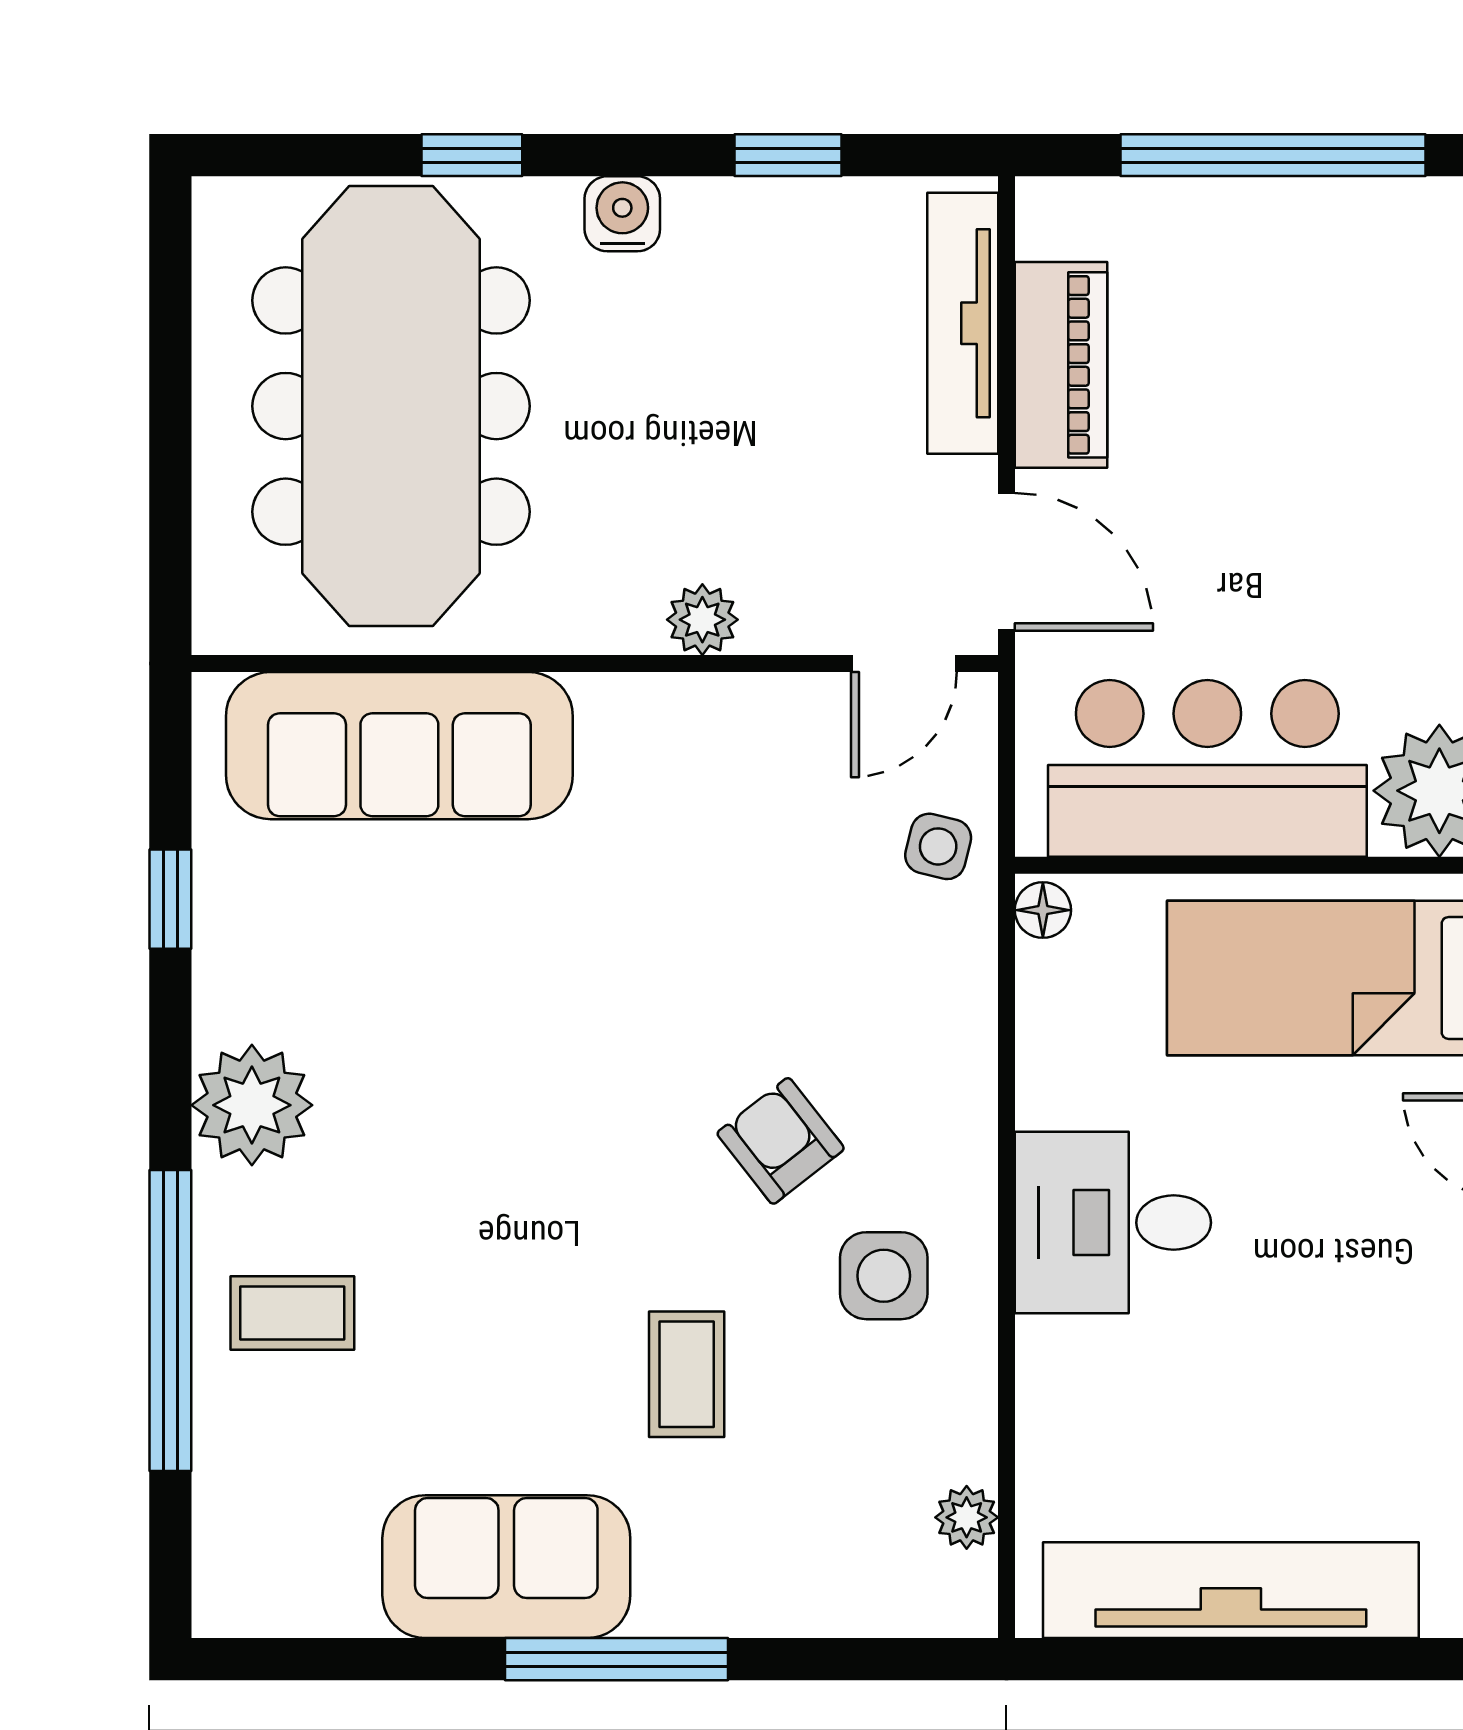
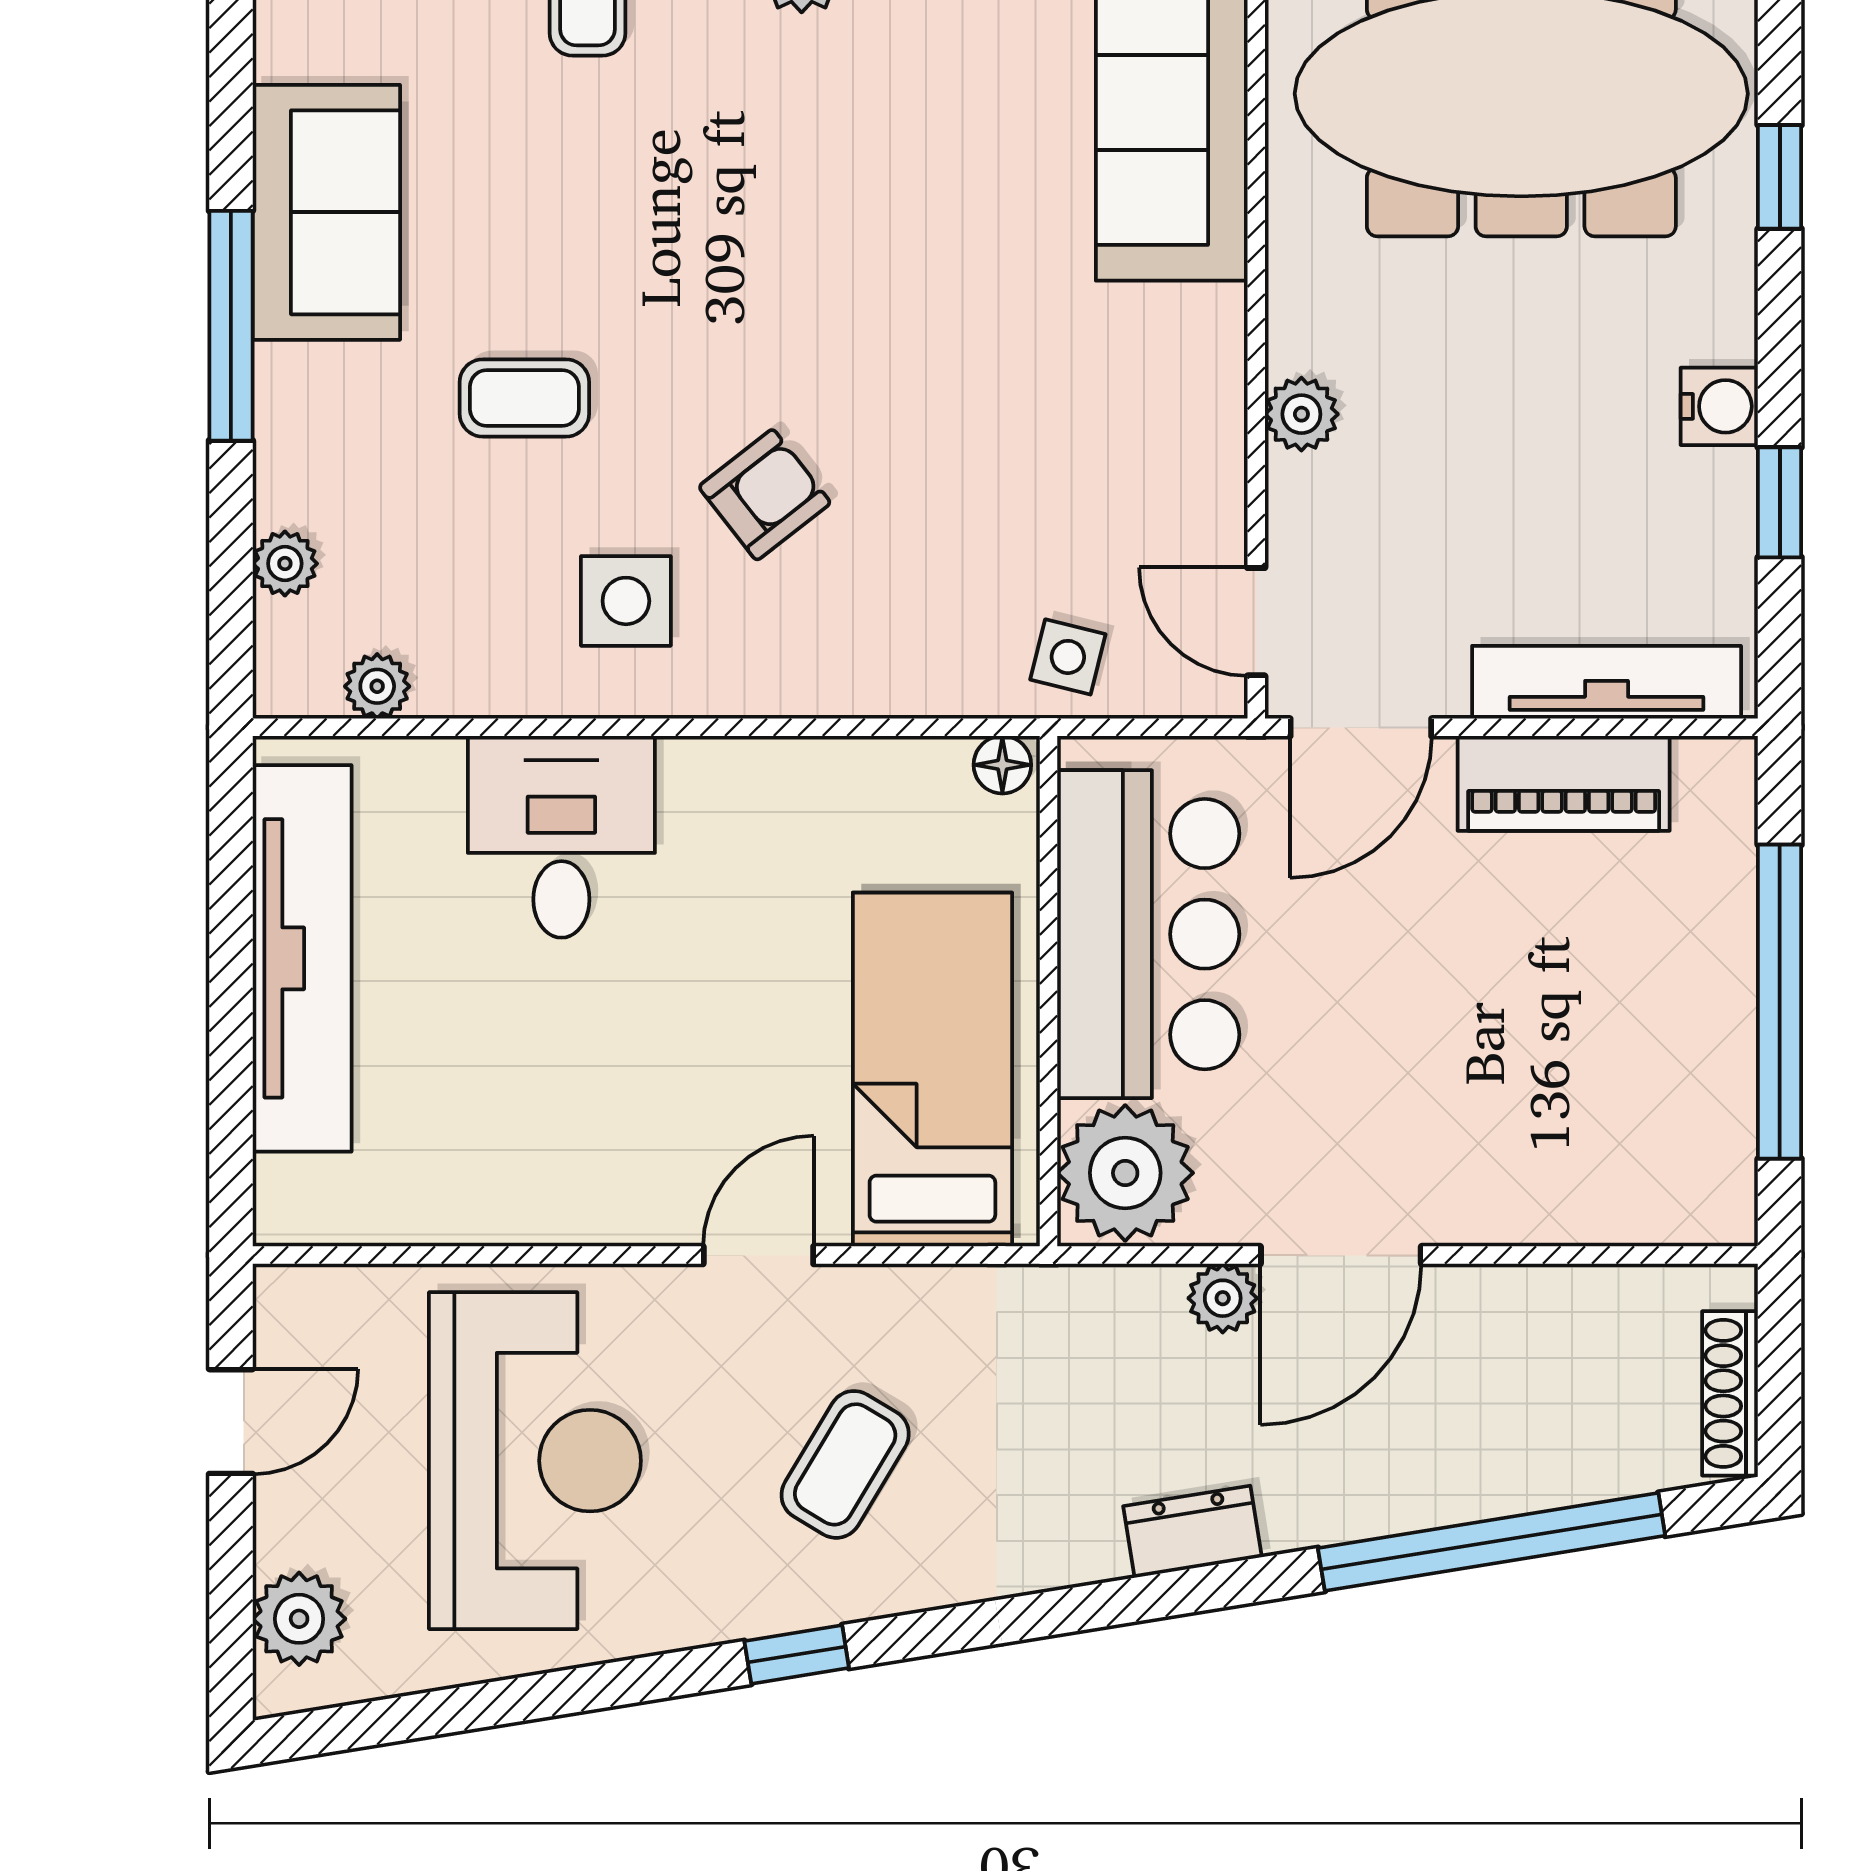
water cooler: (622, 214) -> (1719, 406), moved
desk: (1113, 1223) -> (561, 837), moved
plant: (847, 1607) -> (285, 564), added

